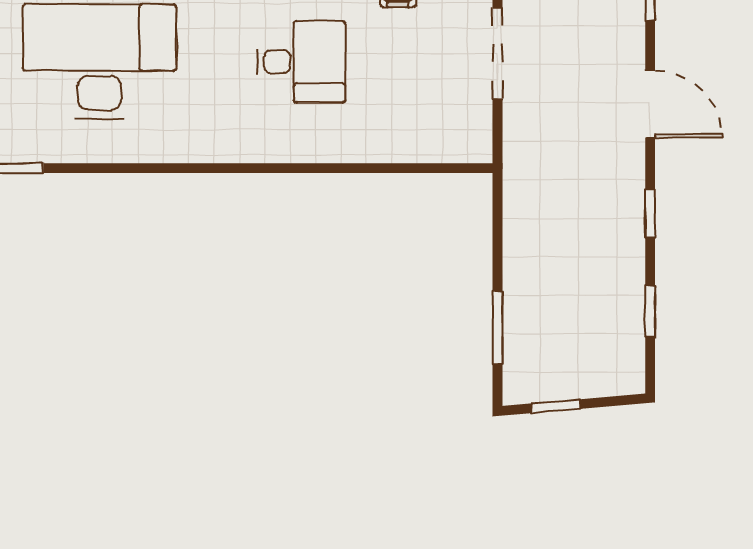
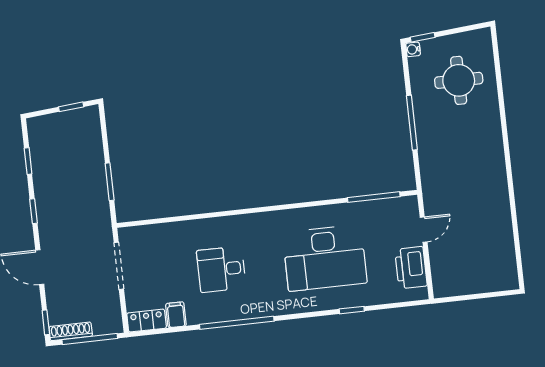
doorway: (497, 53) -> (119, 266), moved
window: (497, 328) -> (110, 182), moved

